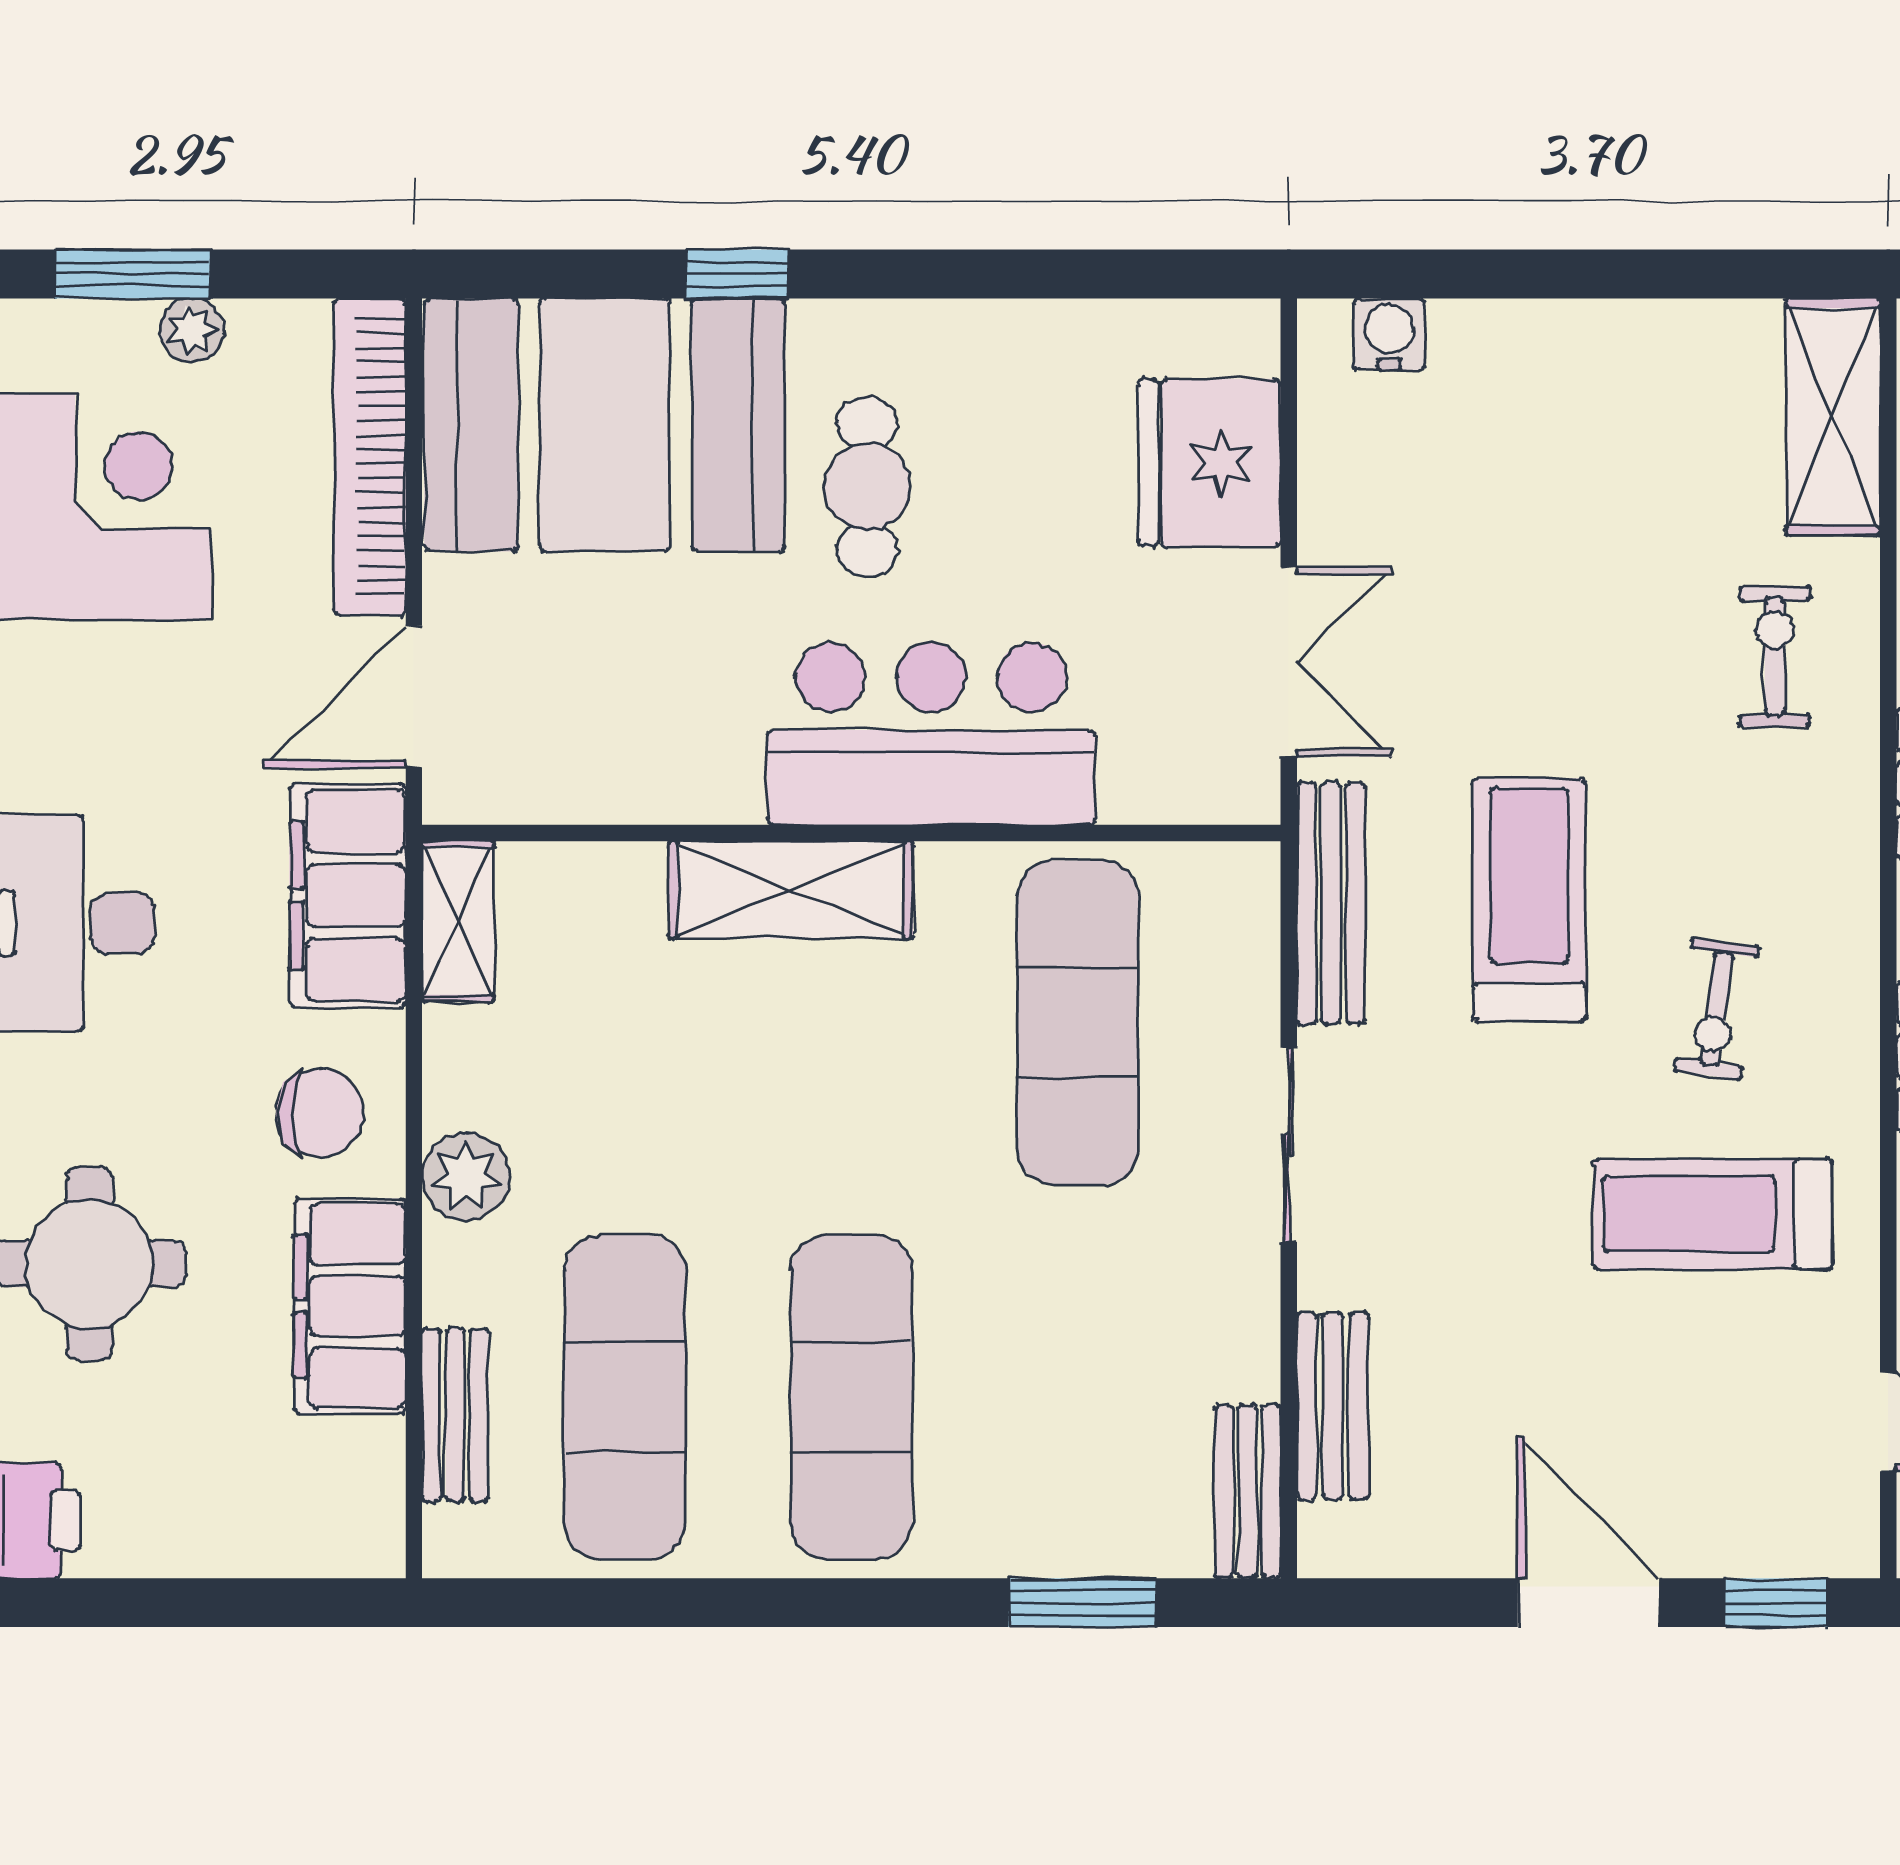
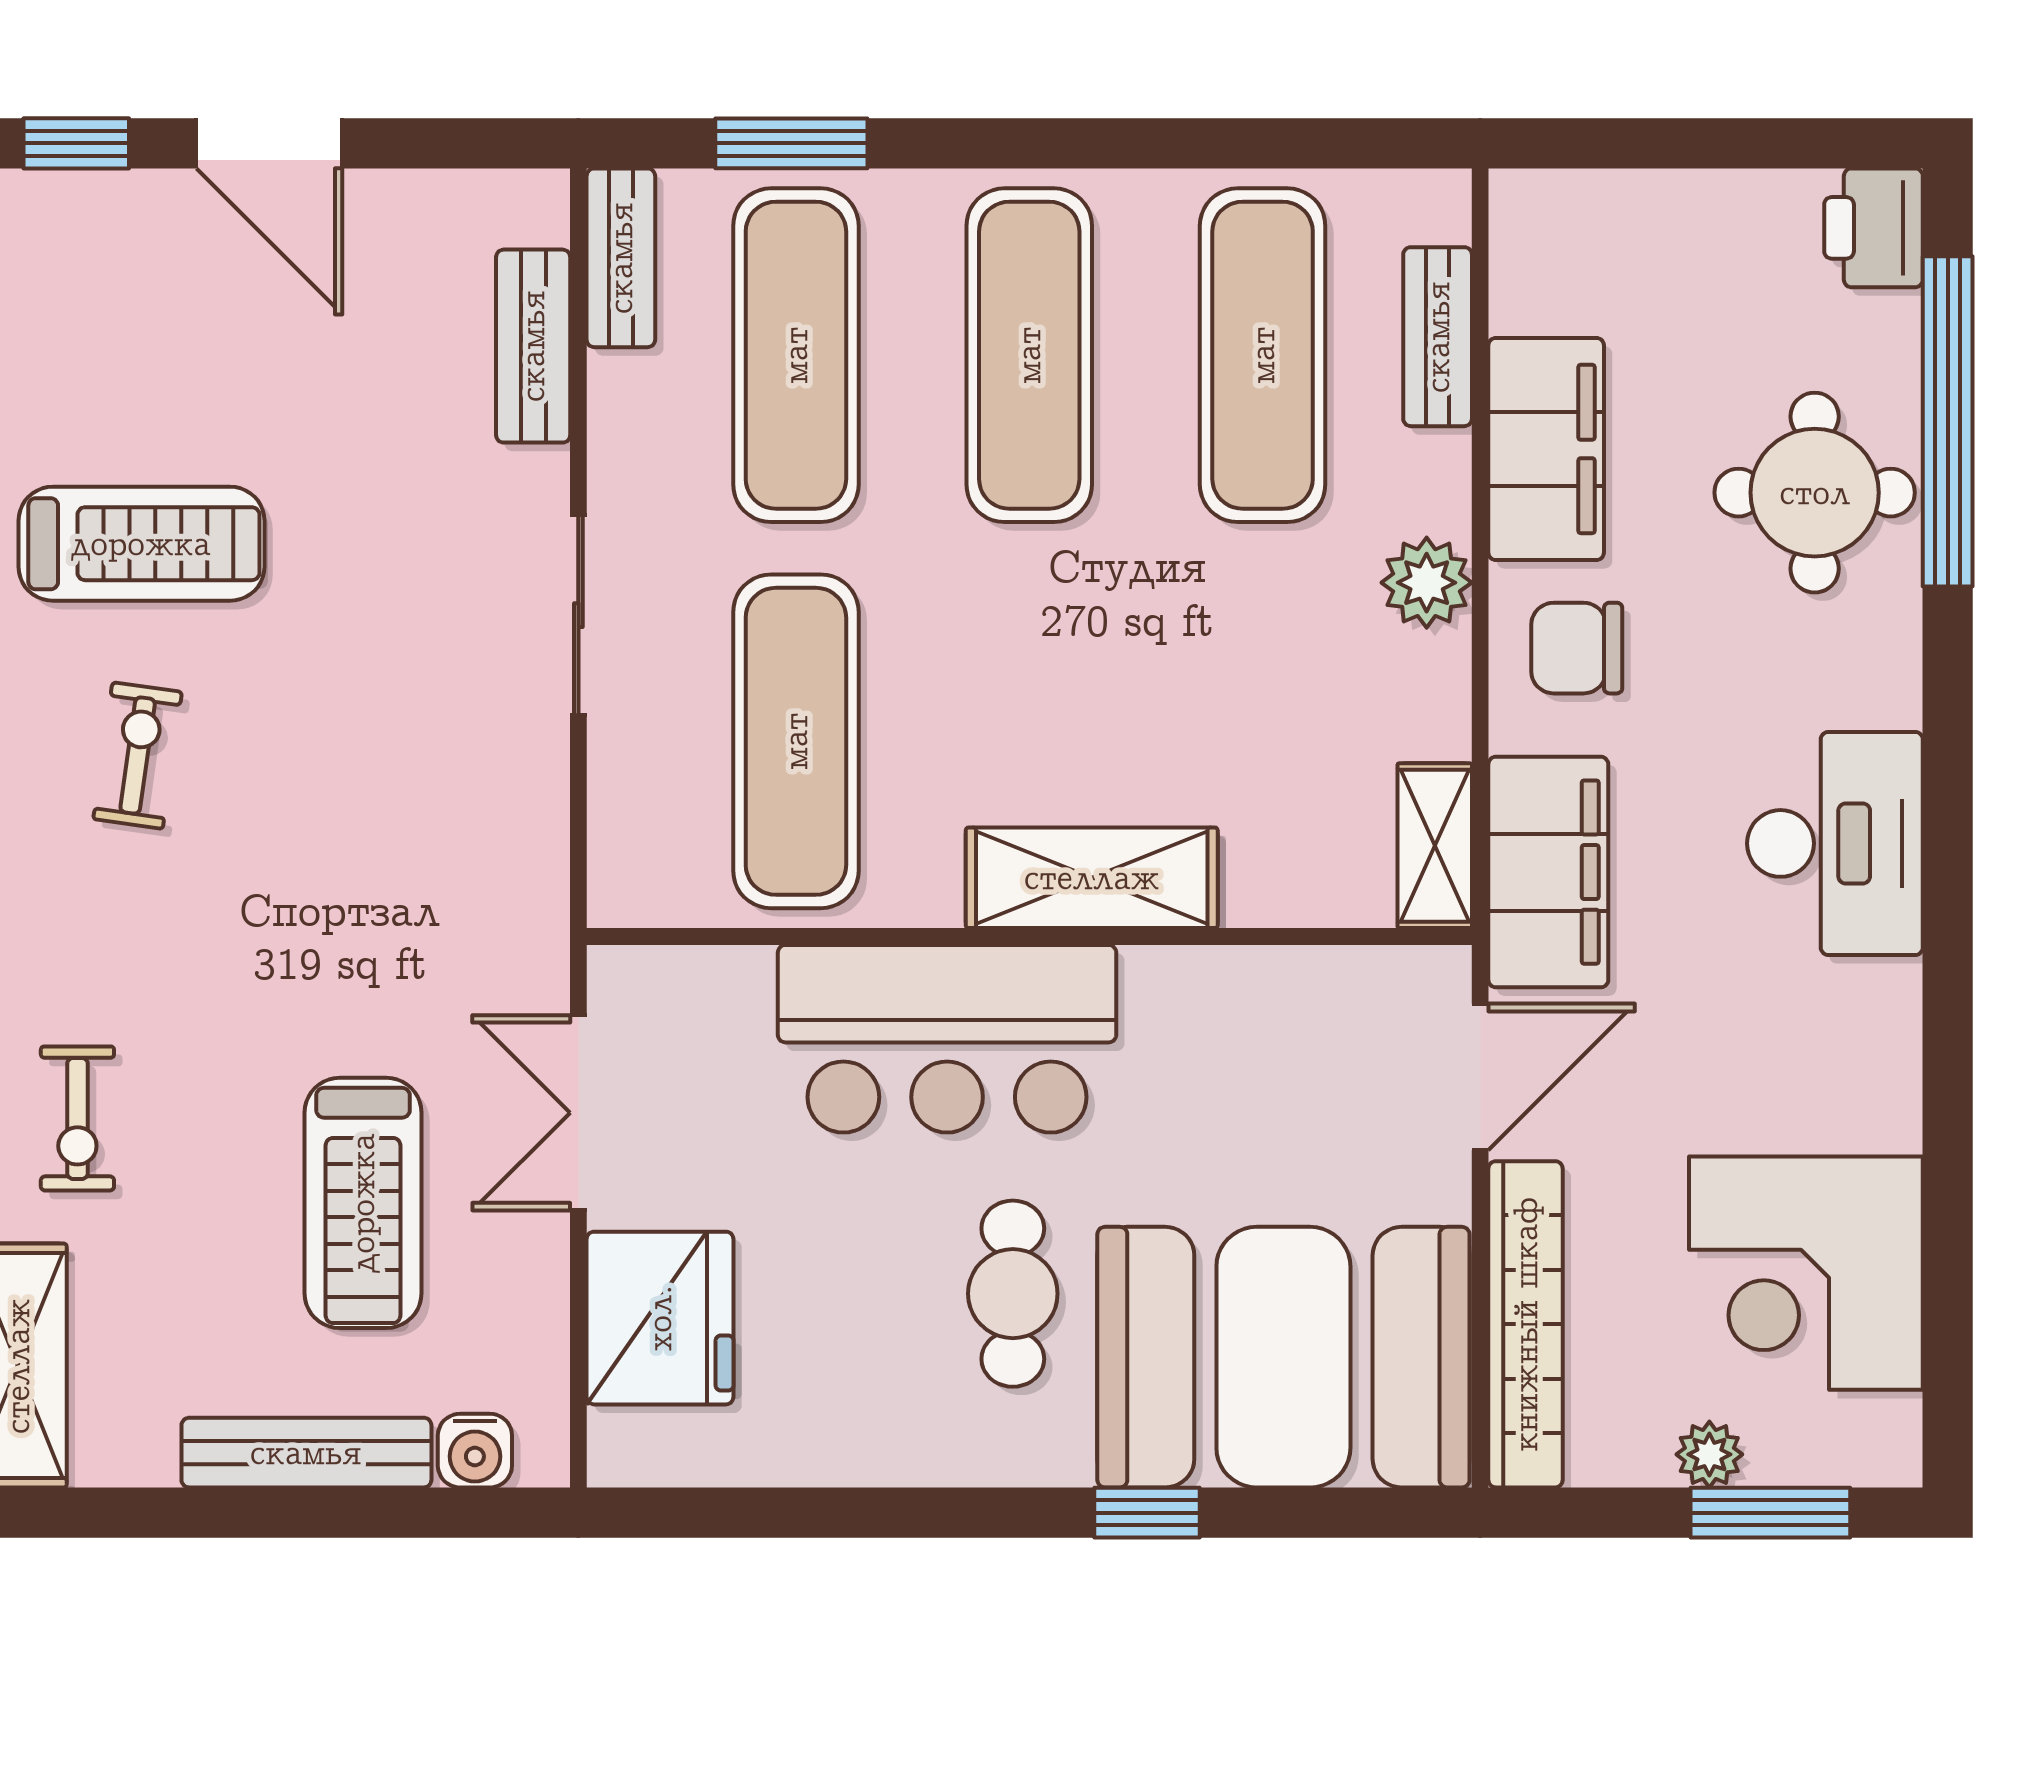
treadmill: (1529, 900) -> (363, 1203), moved
bench: (1331, 903) -> (306, 1453), moved, turned 90
exercise mat: (1078, 1397) -> (796, 355), added

